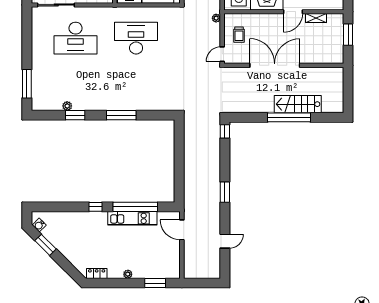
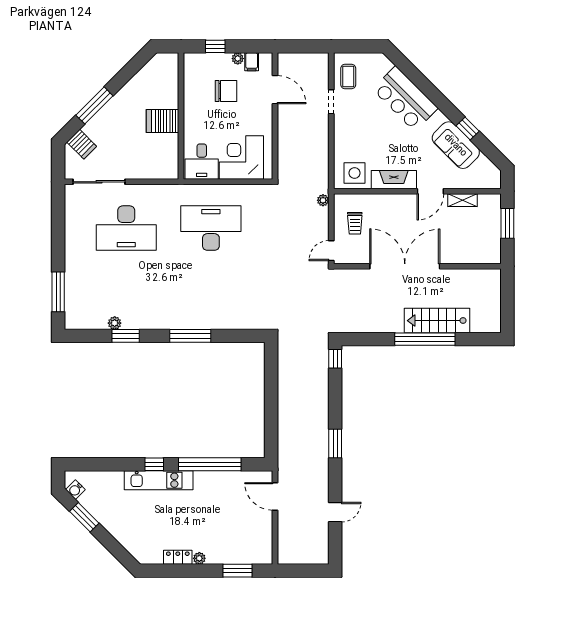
kitchen unit: (132, 218) -> (159, 480), moved
locker: (97, 273) -> (178, 557), moved

